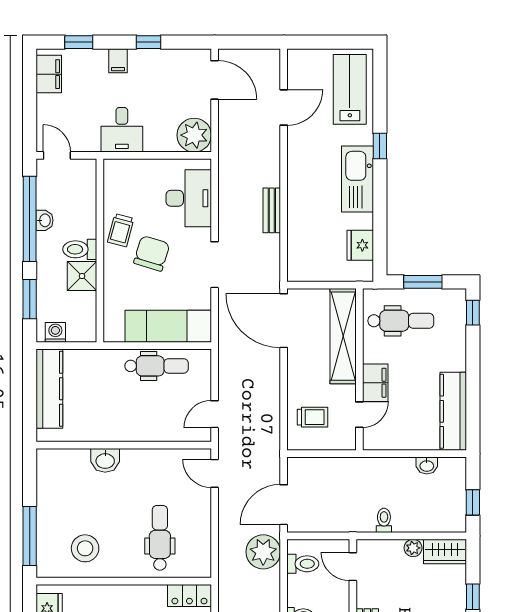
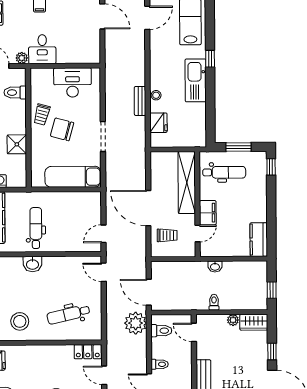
door: (284, 107) -> (147, 18), moved
plant: (194, 135) -> (22, 58), moved, width x0.53, depth x0.53
desk: (189, 198) -> (72, 82), moved, turned -90
stool: (297, 202) -> (156, 95), added
fridge: (360, 245) -> (158, 123), moved, turned 180
toilet: (80, 249) -> (15, 93), moved
chair: (152, 253) -> (62, 129), turned -92
door: (284, 321) -> (148, 208), moved
dental chair: (157, 366) -> (36, 228), moved, turned -90
kitchen counter: (453, 411) -> (259, 240), width x0.67
washbasin: (427, 466) -> (215, 267), moved
door: (284, 505) -> (149, 292), hinge flipped
dental chair: (160, 538) -> (68, 314), turned -103

